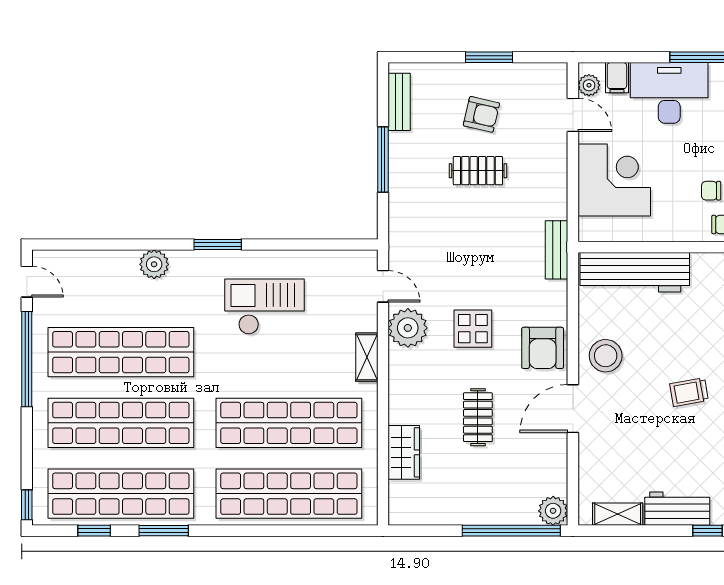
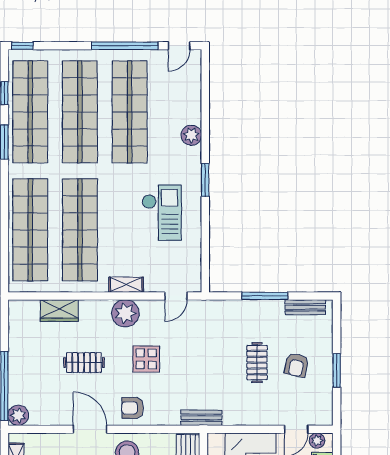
plant: (408, 328) -> (125, 313), moved
armchair: (543, 348) -> (133, 408), width x0.72, depth x0.72

